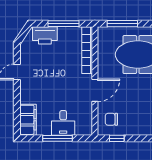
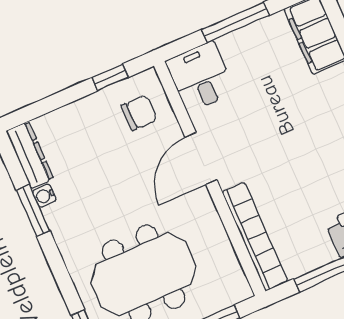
desk: (63, 123) -> (200, 77), moved

